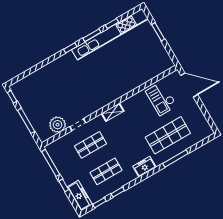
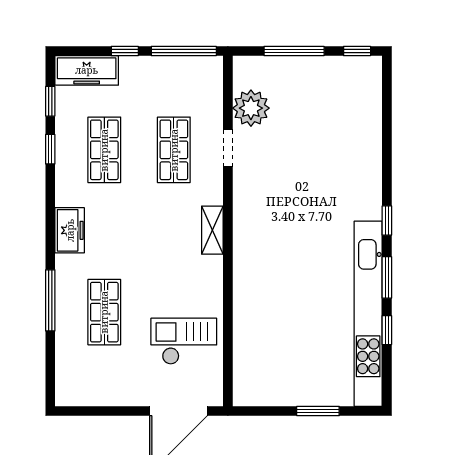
shop shelf: (168, 135) -> (104, 312), width x0.70, depth x0.74

